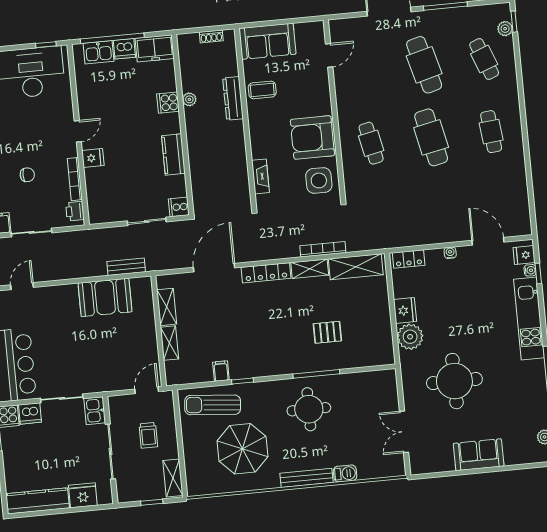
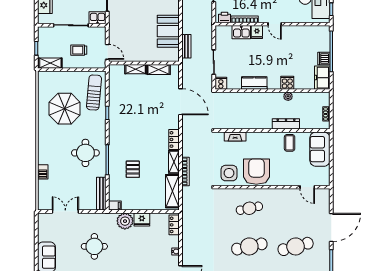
kitchen sink: (99, 52) -> (241, 32), moved, turned -90
locker: (266, 273) -> (174, 139), width x0.66
filing cabinet: (221, 371) -> (115, 206), moved
round table: (454, 381) -> (94, 246), width x0.73, depth x0.73
bench: (307, 478) -> (101, 194), moved

